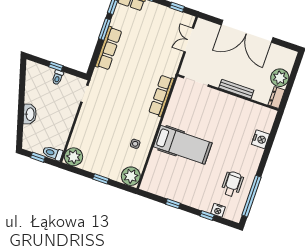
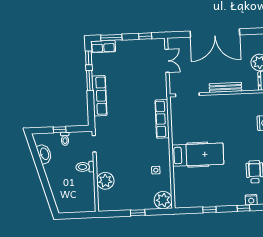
double door: (189, 40) -> (167, 61), swing flipped
washbasin: (30, 114) -> (44, 154), moved
toilet: (53, 153) -> (85, 167), moved
window: (38, 157) -> (75, 215), removed
plant: (74, 157) -> (105, 181), moved

